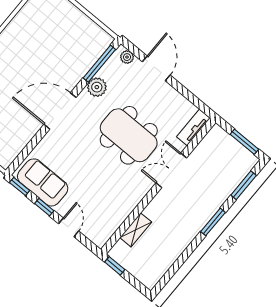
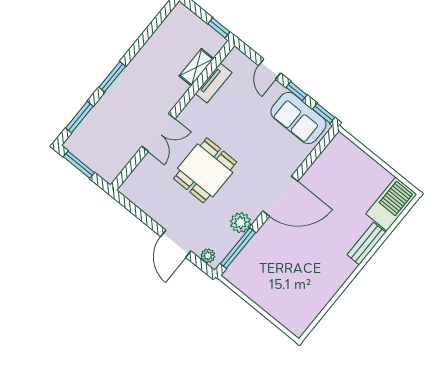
tv unit: (193, 127) -> (214, 83), moved
dining table: (129, 135) -> (205, 170), width x0.73

